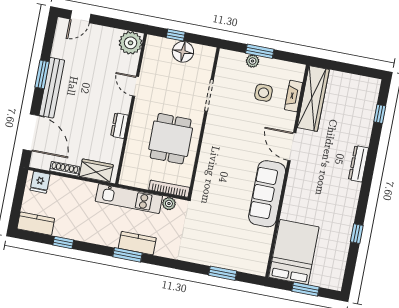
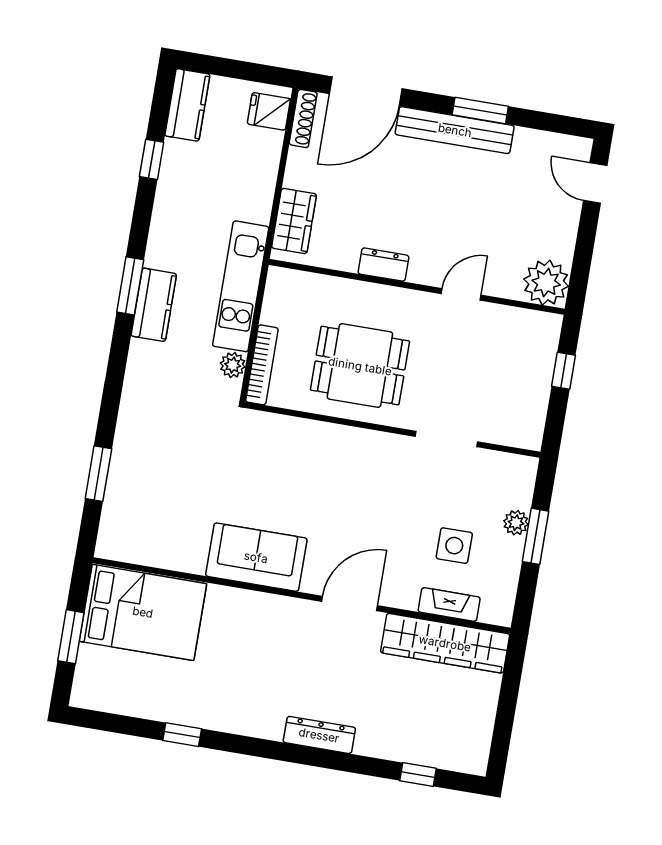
floor lamp: (183, 52) -> (531, 386), removed
shoe rack: (65, 169) -> (303, 118), moved
sofa: (267, 194) -> (256, 557), width x0.73

